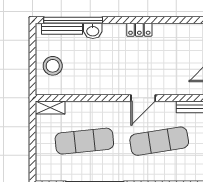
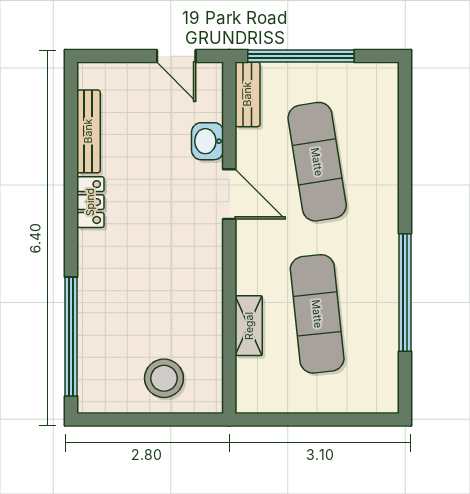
bench: (62, 29) -> (88, 131), moved
washbasin: (93, 31) -> (208, 141), moved, turned 180
shelving: (50, 107) -> (249, 326), moved

